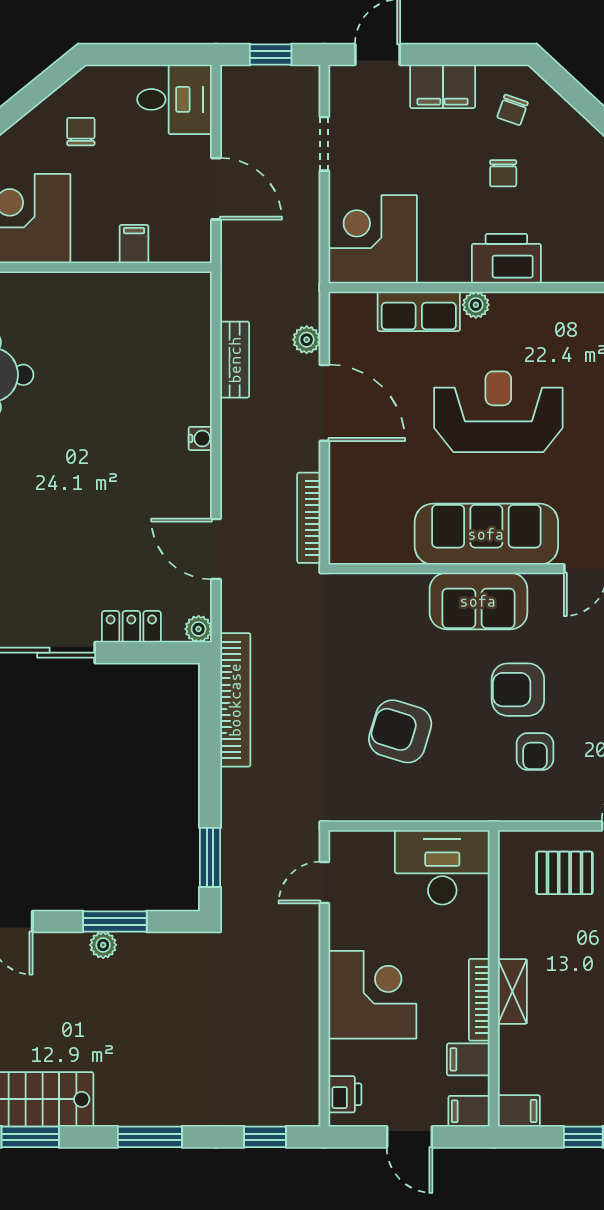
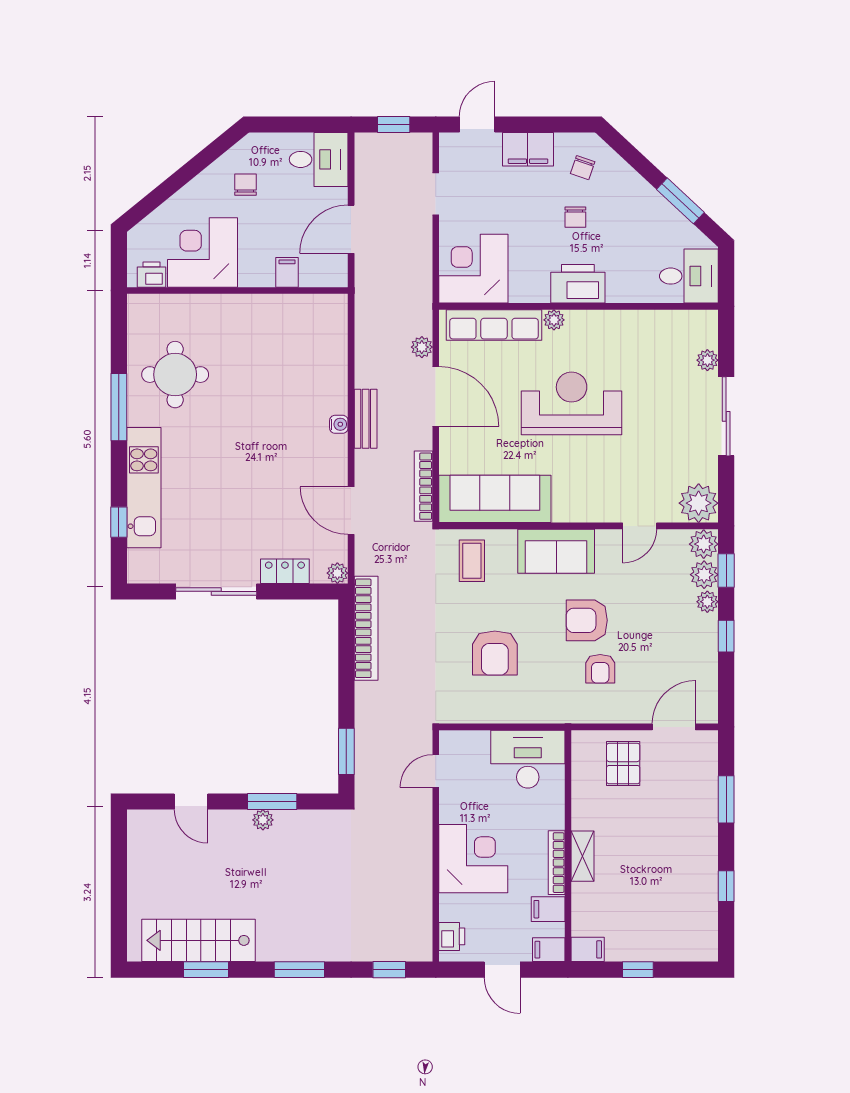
door: (216, 189) -> (351, 229), swing flipped
row of seats: (419, 311) -> (494, 325), width x1.48
bench: (235, 360) -> (366, 419), moved
sofa: (486, 534) -> (495, 499), moved
coffee table: (371, 613) -> (472, 561), added
armchair: (400, 731) -> (495, 653), turned -107
pallet: (564, 873) -> (623, 764), turned 90

